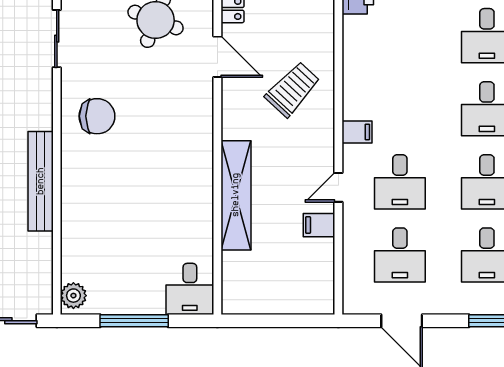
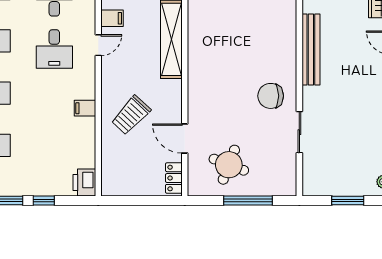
sliding door: (57, 39) -> (299, 132), moved
filing cabinet: (357, 132) -> (85, 108), moved
desk: (400, 182) -> (54, 49), turned 180

